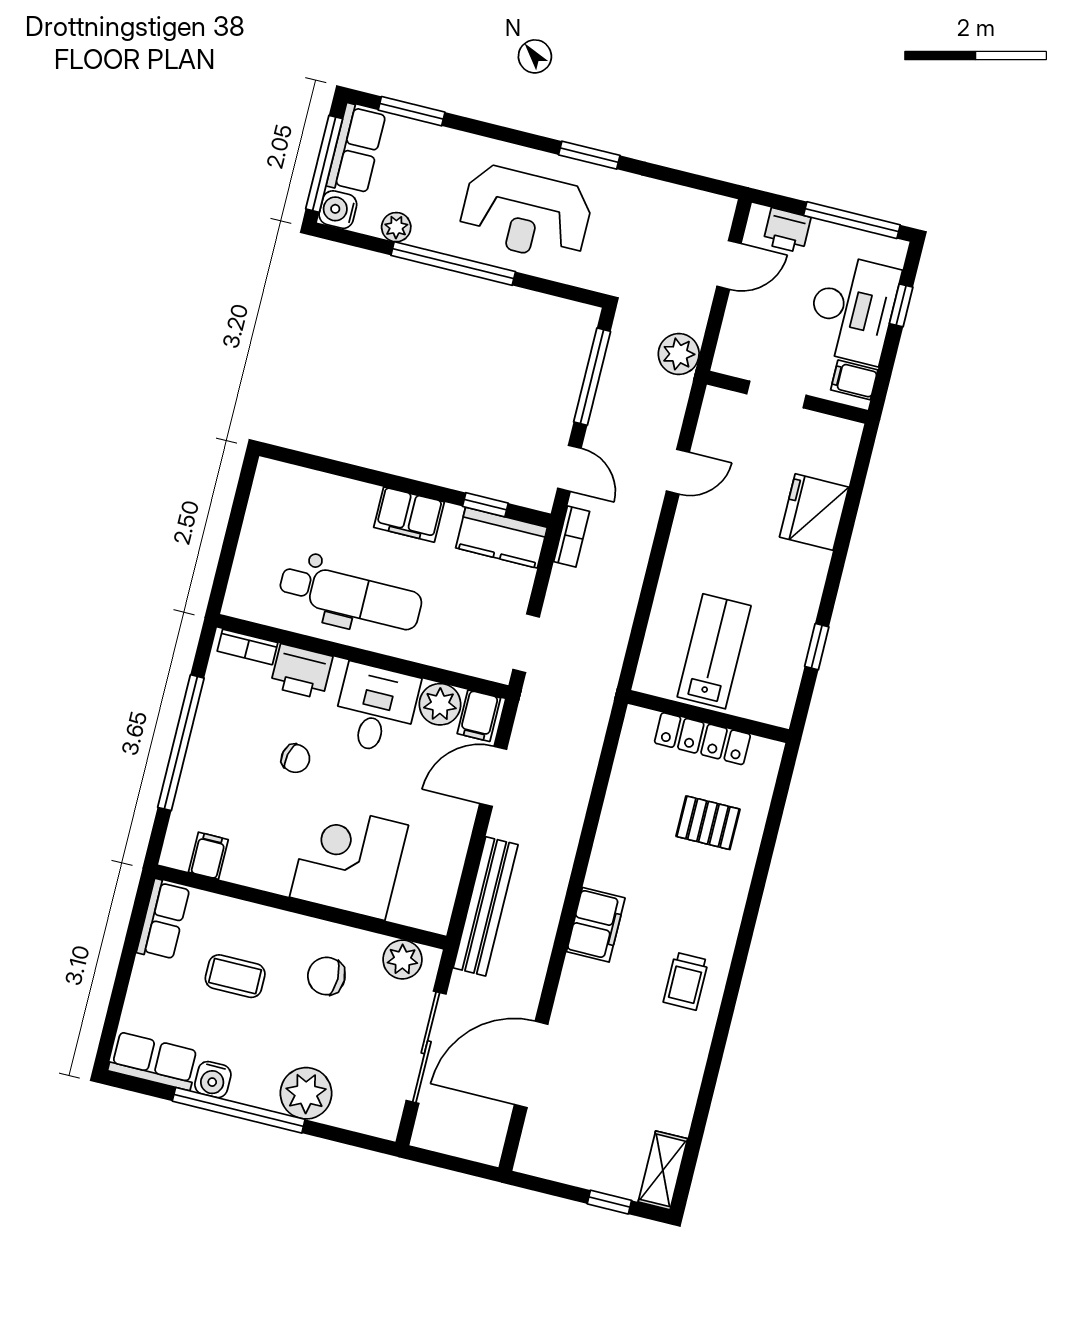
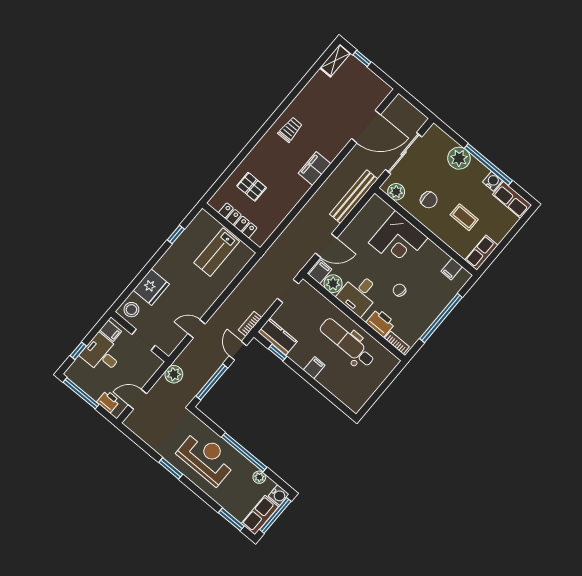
desk: (852, 309) -> (102, 354), width x0.73
stool: (833, 445) -> (131, 310), added
filing cabinet: (409, 515) -> (314, 368), width x0.50

